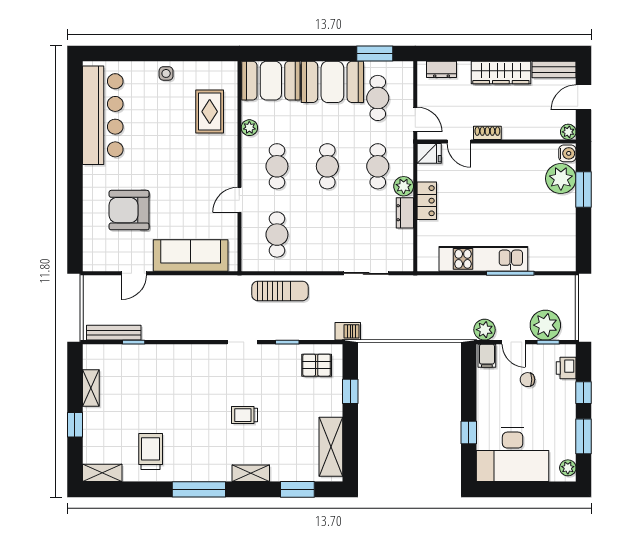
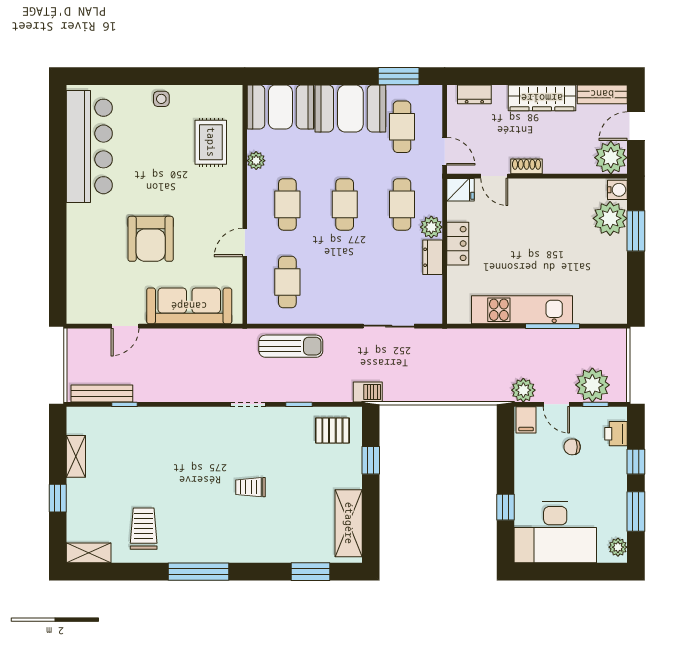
plant: (568, 132) -> (611, 158), width x1.87, depth x1.87
armchair: (129, 210) -> (151, 239), moved, turned -90
shelving: (251, 473) -> (258, 553), removed

